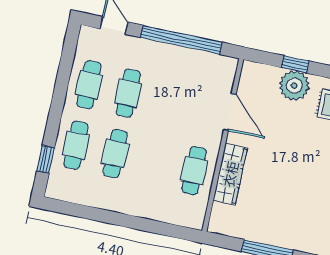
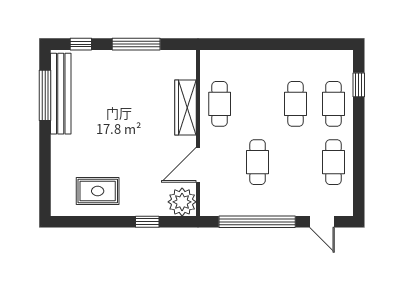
plant: (294, 86) -> (182, 202), moved
cafe table: (128, 93) -> (258, 162), moved
door: (230, 112) -> (198, 165), hinge flipped

